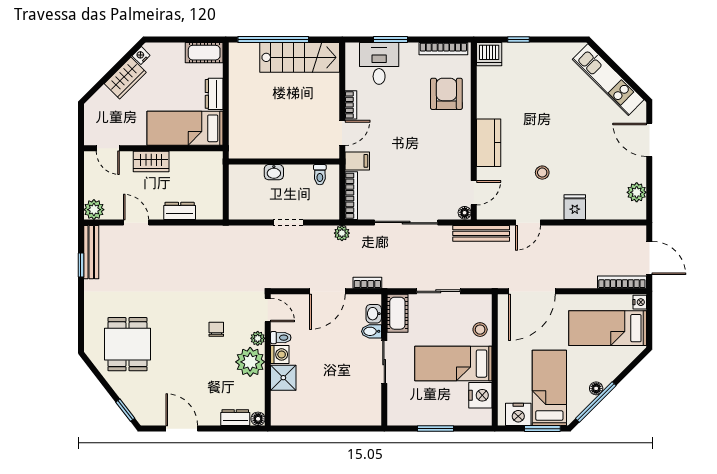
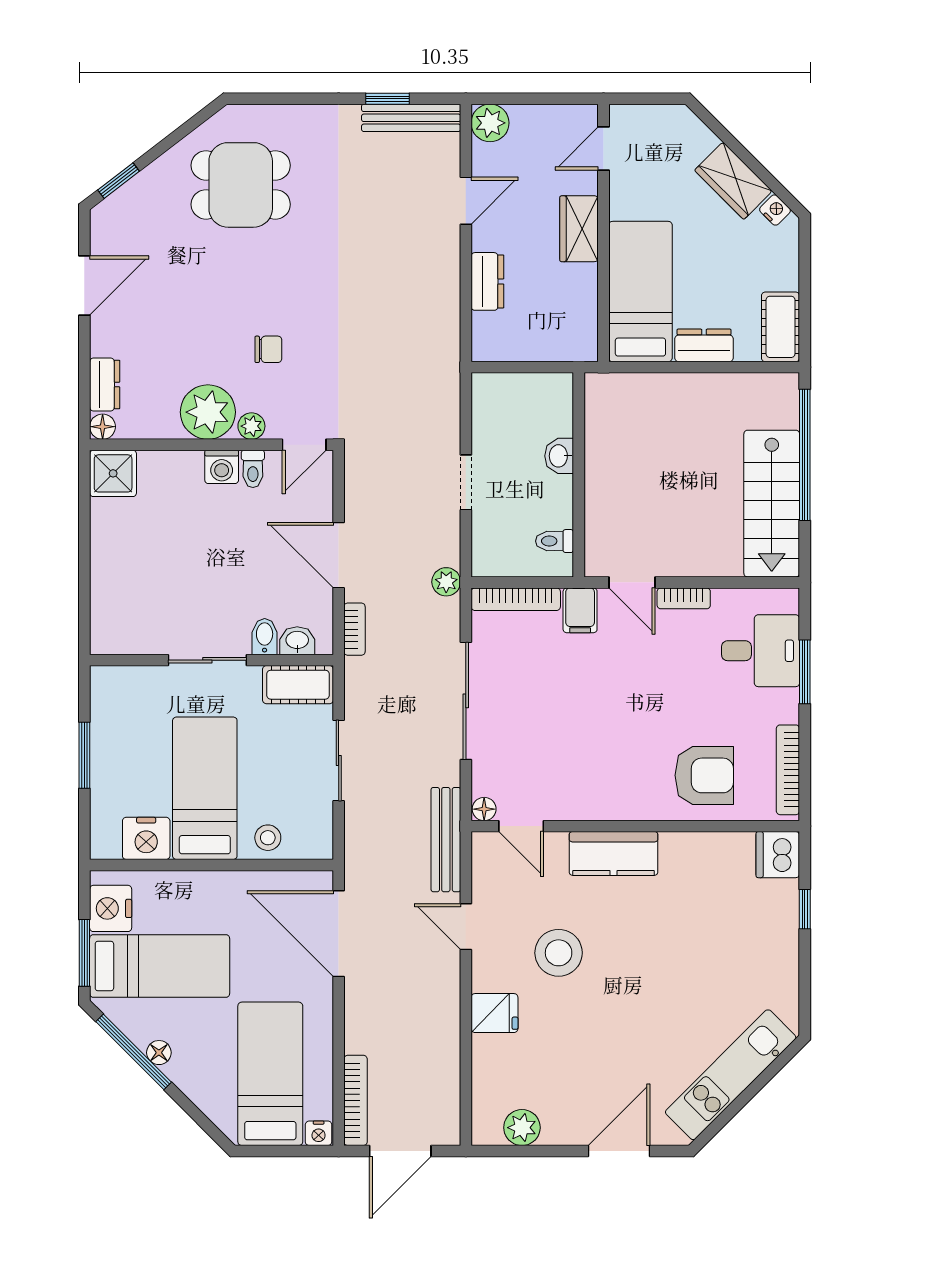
stool: (542, 173) -> (559, 953), width x1.89, depth x1.89
shower: (283, 378) -> (113, 473), moved

